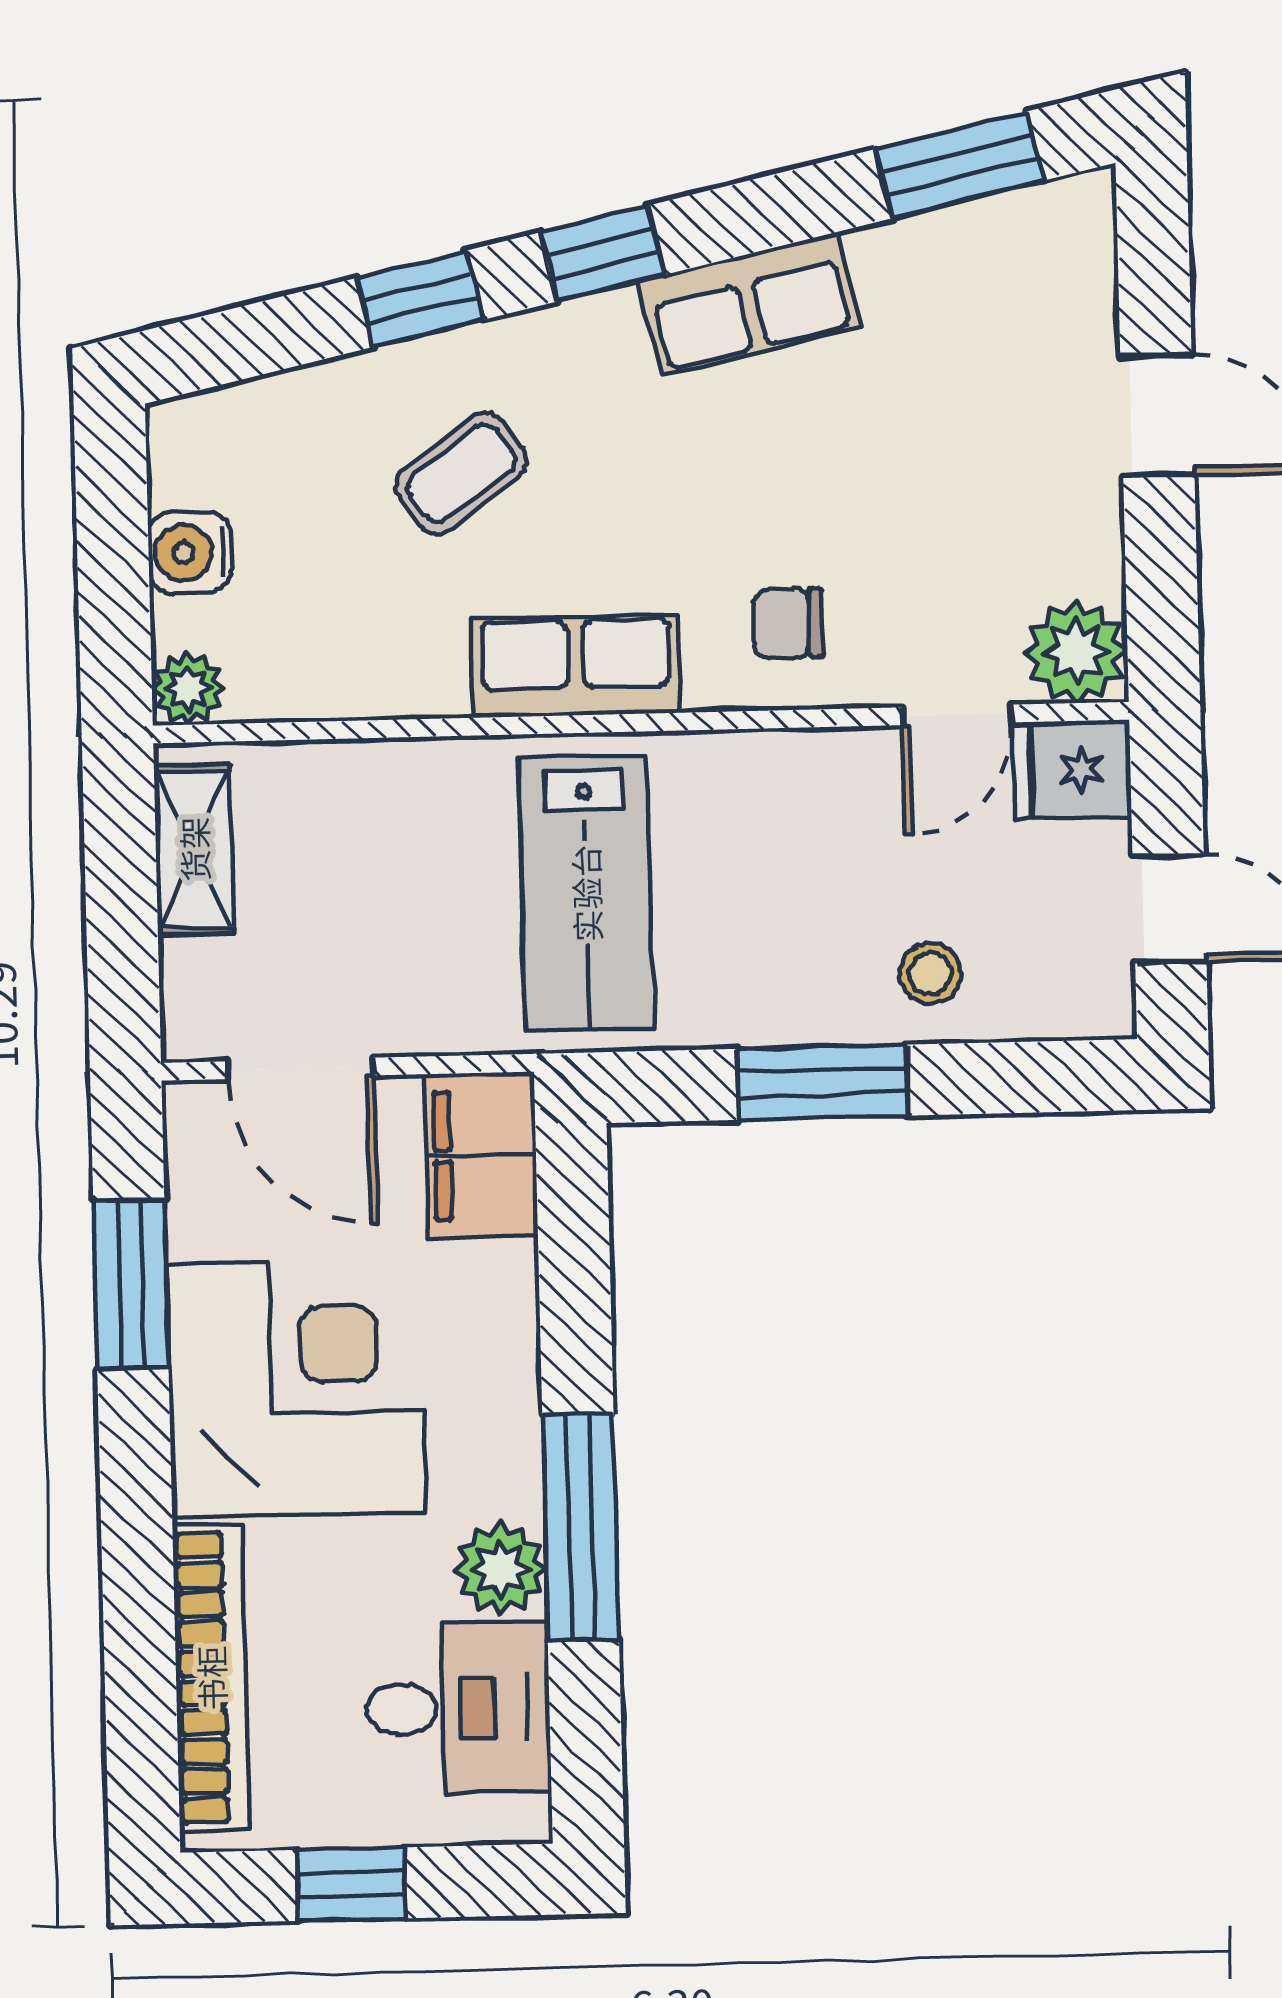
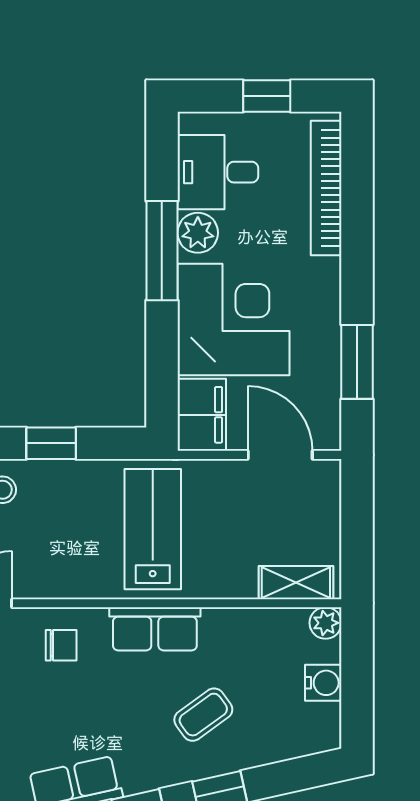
shelving: (194, 849) -> (296, 583), moved, turned 90
window: (822, 1082) -> (51, 443), width x0.67
corner desk: (296, 1388) -> (233, 320), moved, turned 180

